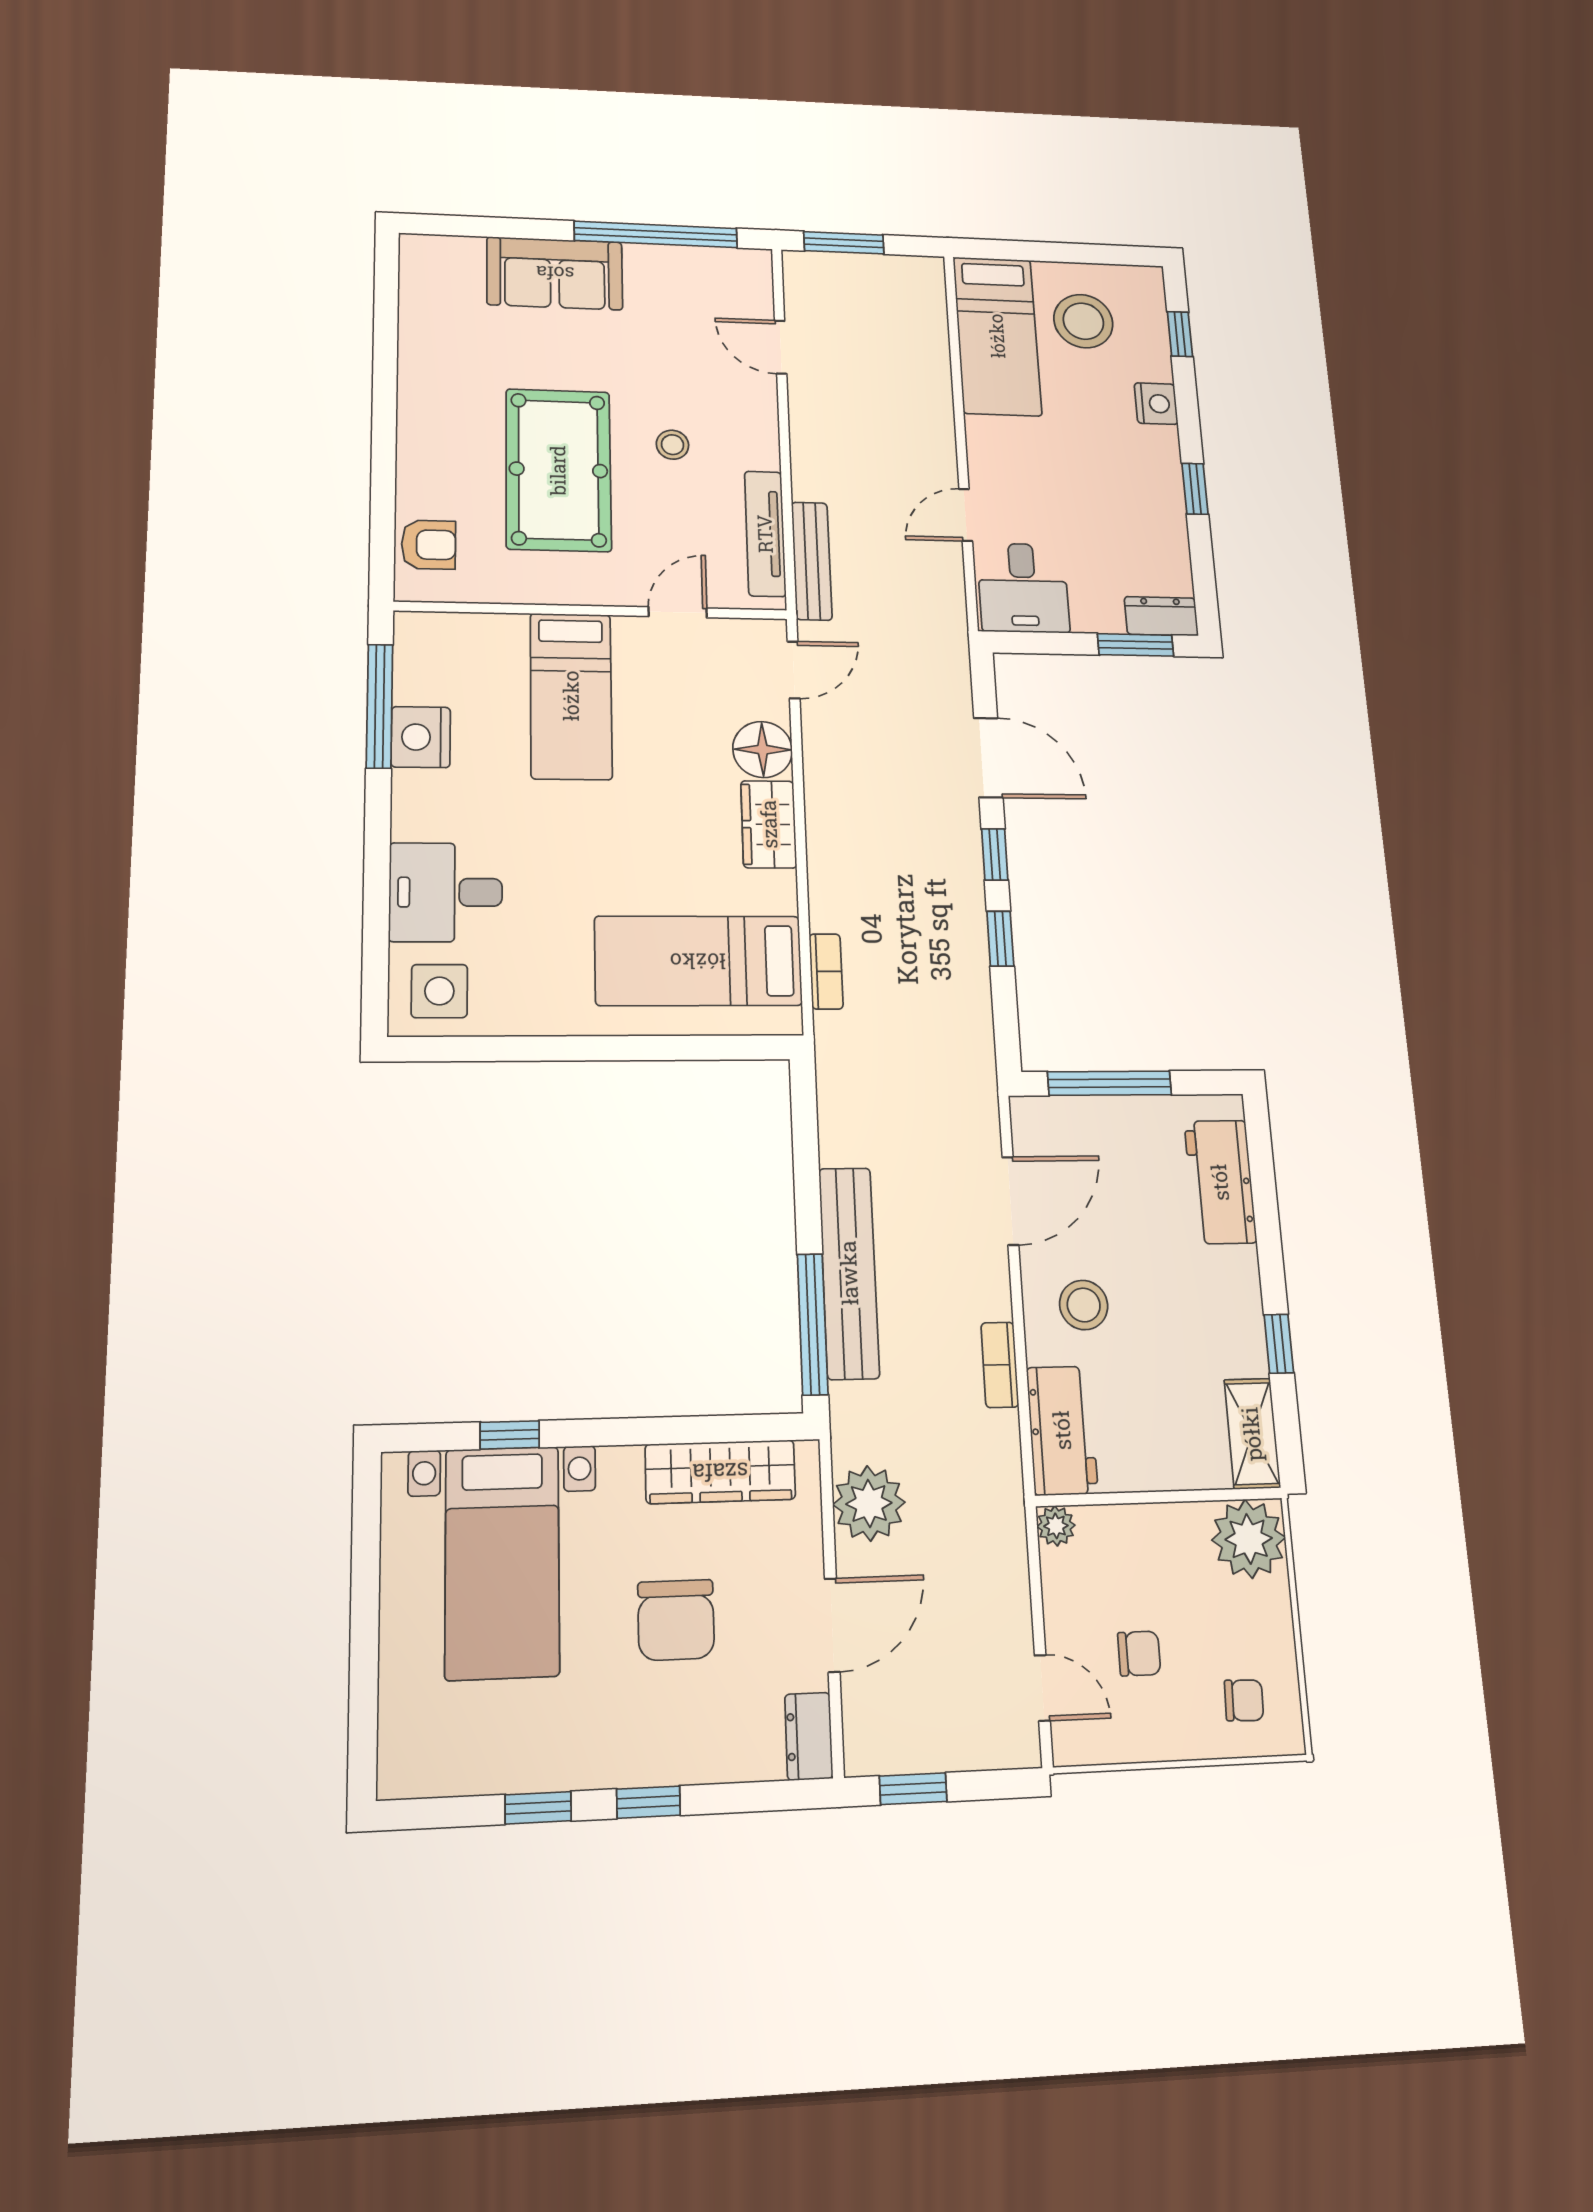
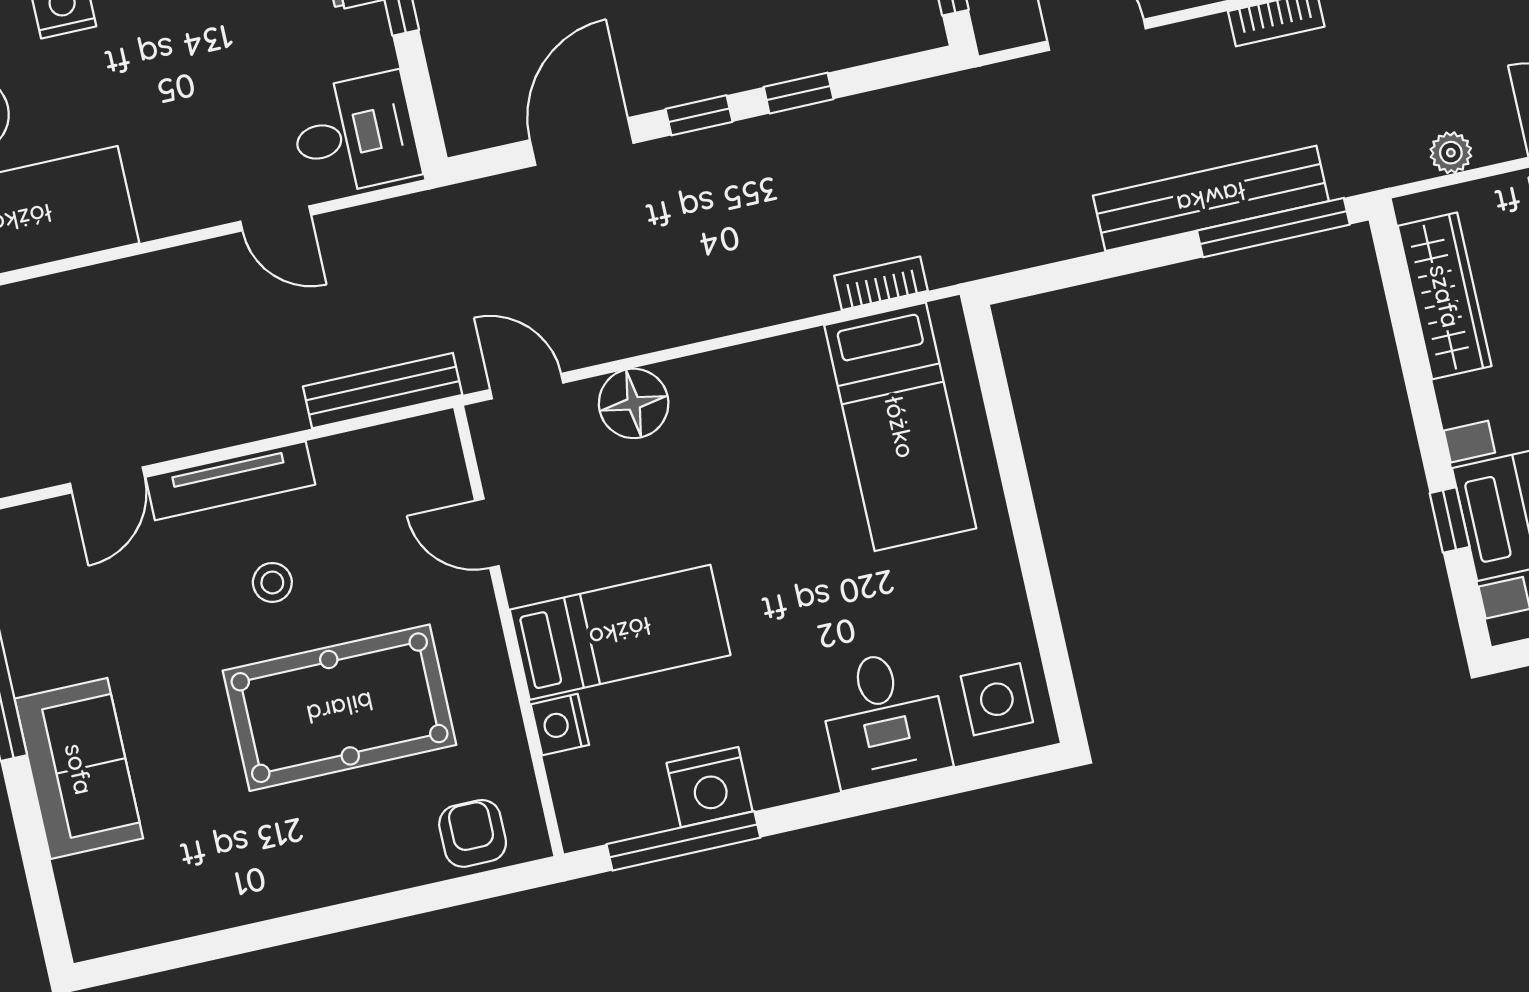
tv unit: (765, 534) -> (230, 481), moved
nightstand: (504, 632) -> (560, 725), added
wardrobe: (769, 824) -> (723, 379), removed
plant: (869, 1503) -> (1451, 153), width x0.53, depth x0.53

